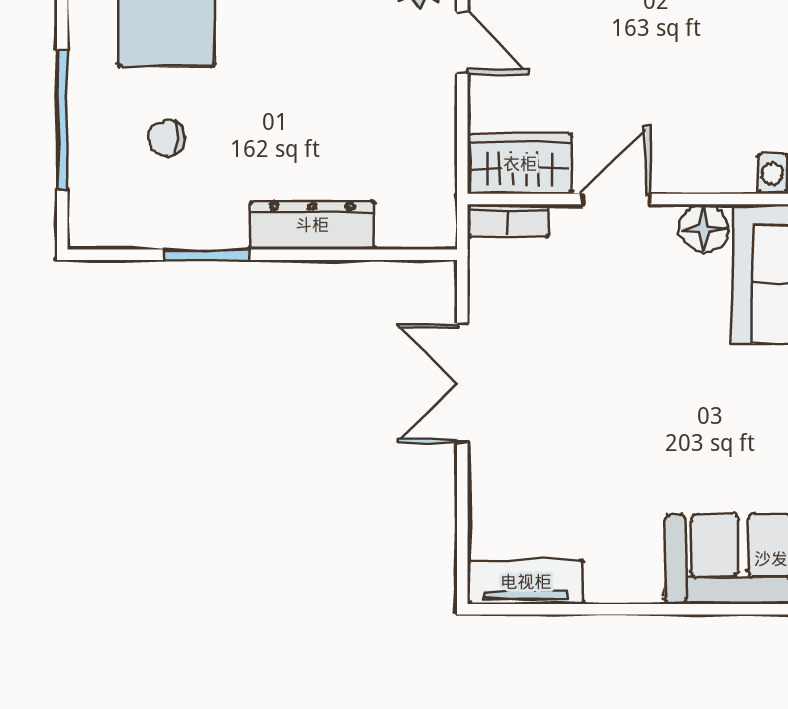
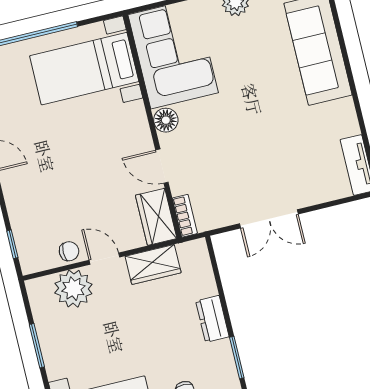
door: (462, 43) -> (104, 259), hinge flipped
wardrobe: (428, 135) -> (153, 265), added
dresser: (312, 225) -> (212, 319), width x0.70

